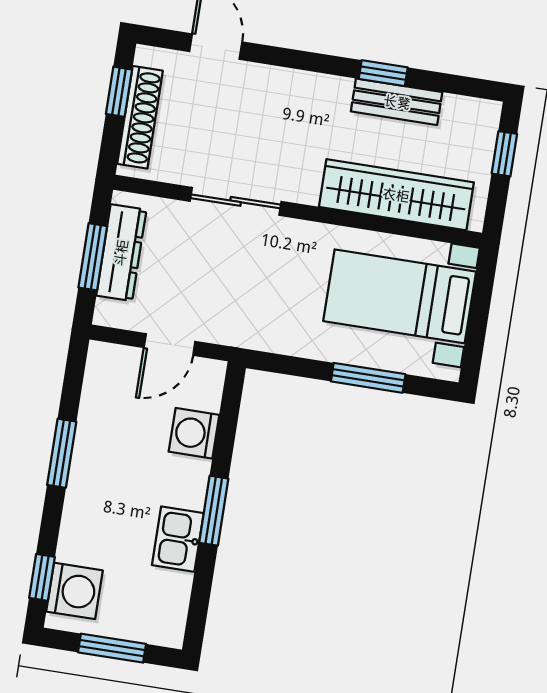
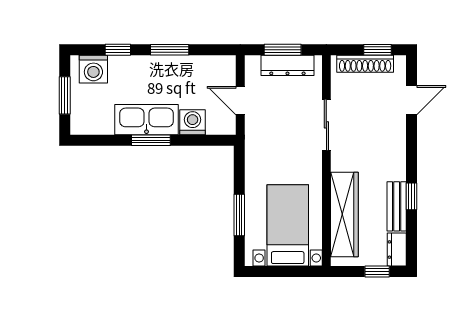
dresser: (472, 113) -> (397, 250), added
kitchen sink: (178, 539) -> (147, 120), width x1.88, depth x1.24
window: (42, 577) -> (118, 50), moved

